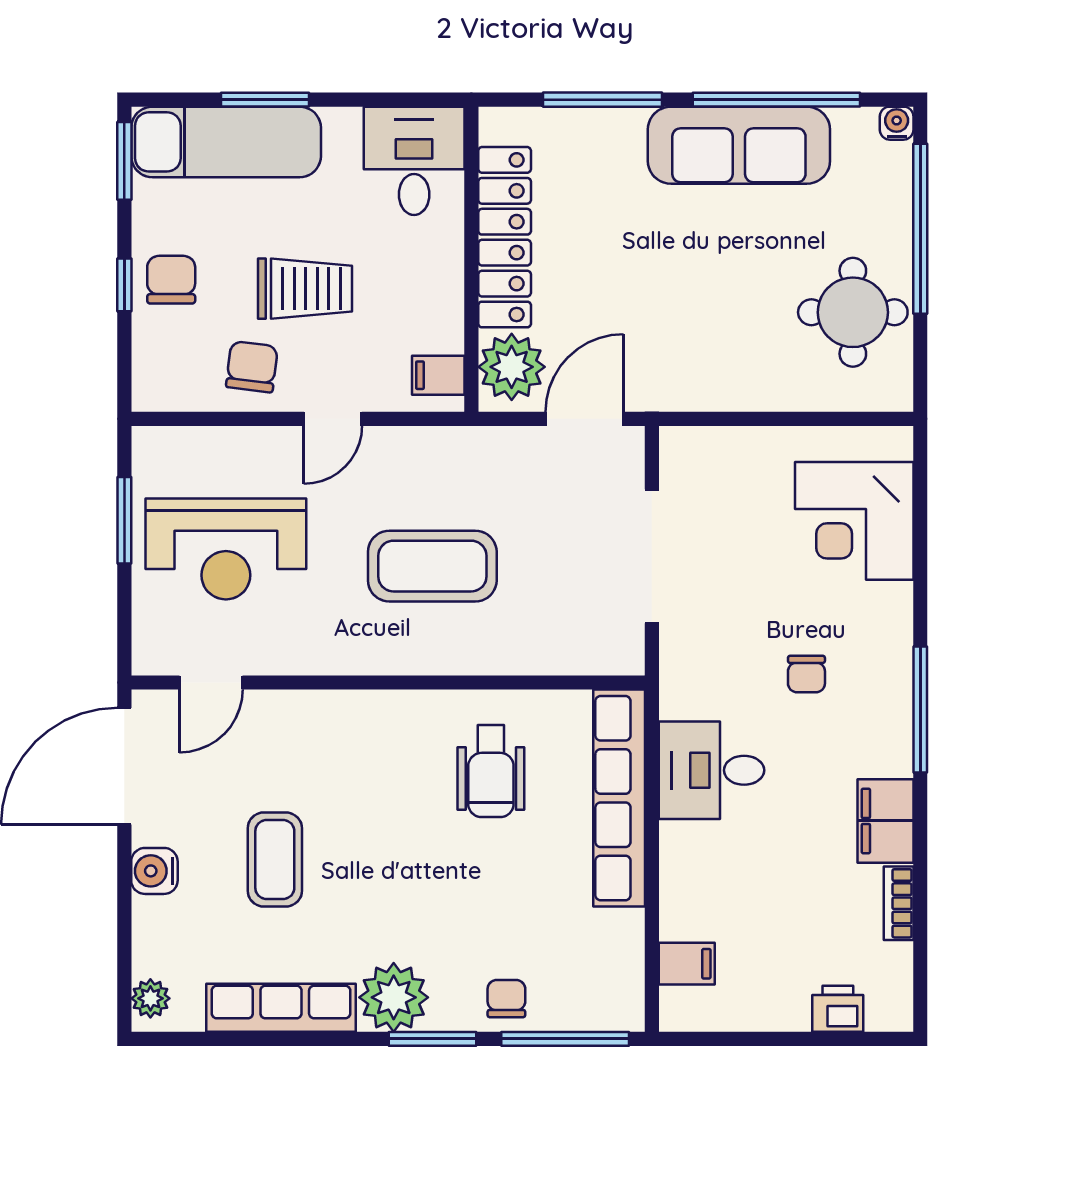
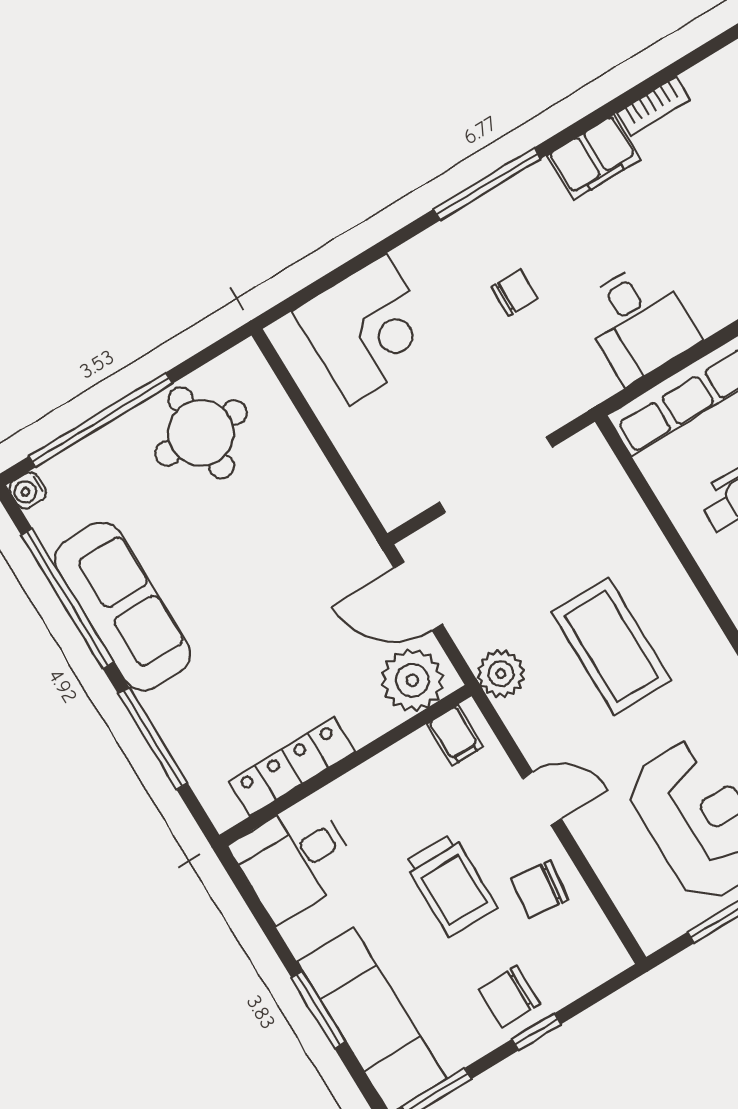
locker: (505, 237) -> (292, 767), width x0.71, depth x0.83
trolley: (305, 289) -> (451, 885), turned 180
plant: (469, 451) -> (501, 674), added

